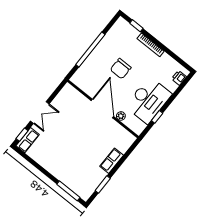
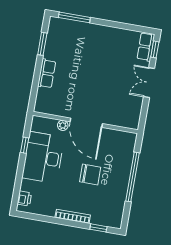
chair: (121, 69) -> (90, 174), turned 90

